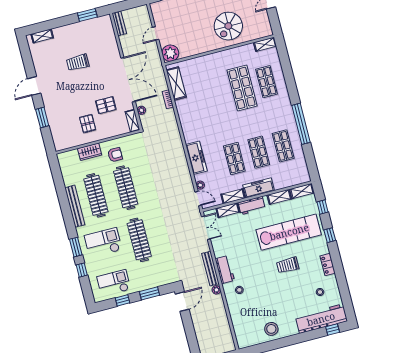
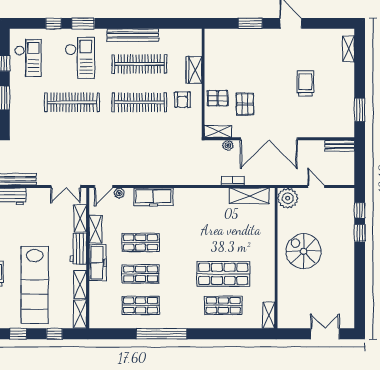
spiral stairs: (228, 26) -> (304, 251), moved
pallet: (88, 124) -> (218, 98), moved

